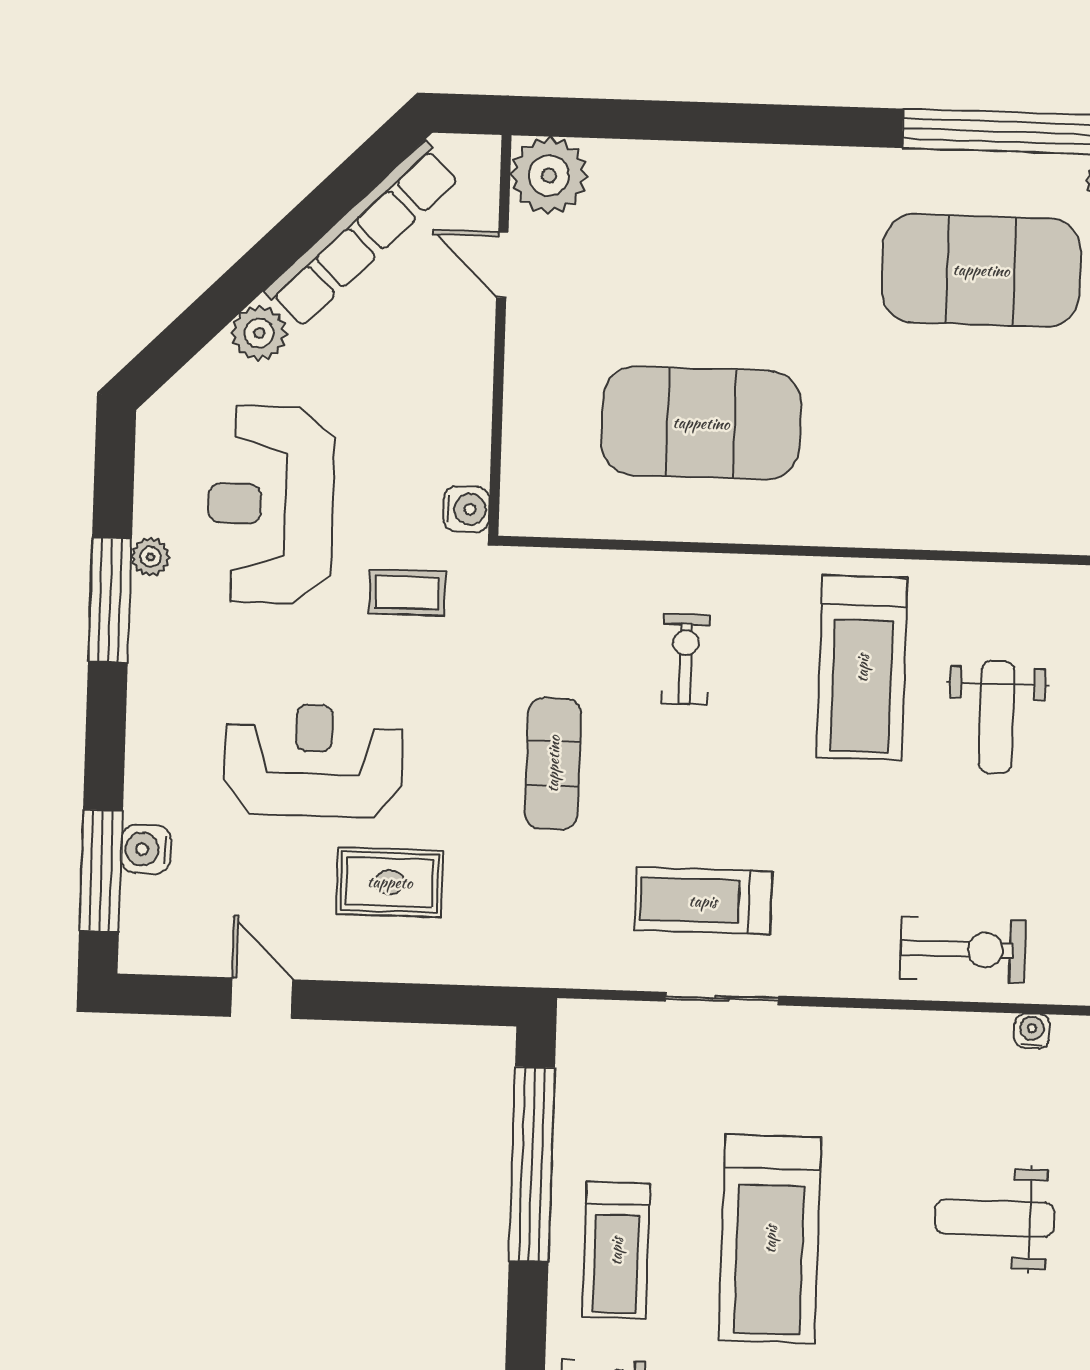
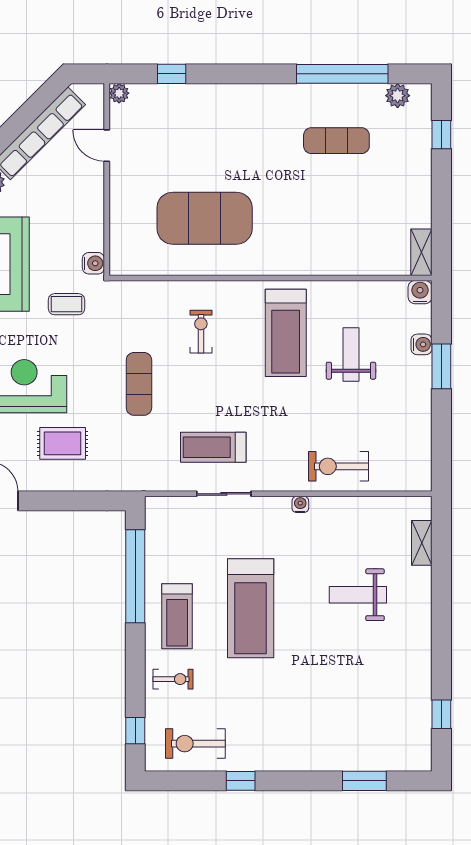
window: (642, 120) -> (172, 74), added
plant: (549, 175) -> (119, 93), width x0.53, depth x0.53
exercise mat: (981, 270) -> (336, 141), width x0.50, depth x0.69
weight bench: (997, 717) -> (351, 355), turned 180
exercise bike: (963, 949) -> (339, 466), turned 180
water cooler: (1032, 1031) -> (300, 504), moved

